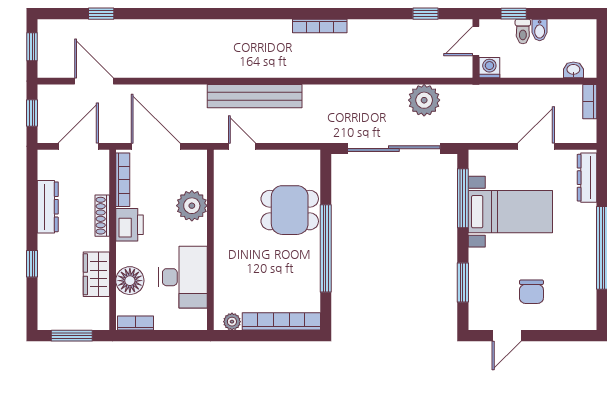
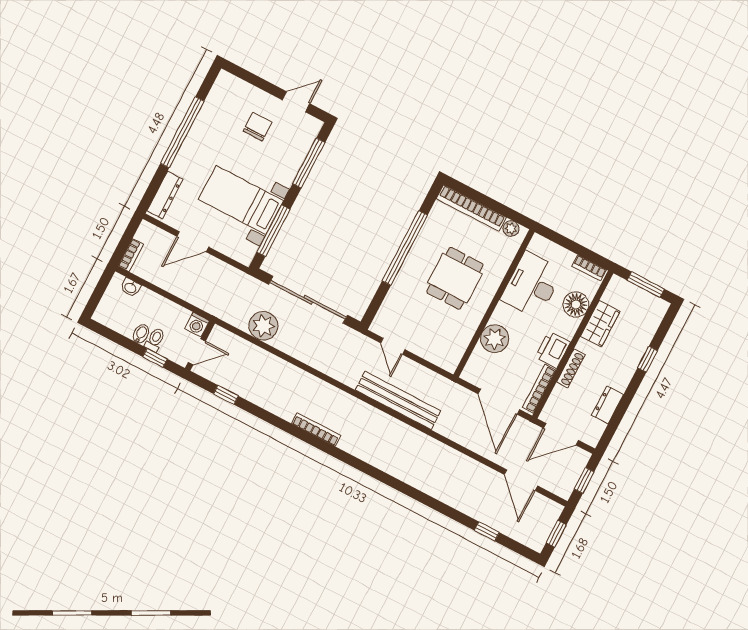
door: (242, 146) -> (393, 346), moved
dresser: (48, 207) -> (607, 405), width x0.70
dining table: (290, 210) -> (455, 278), moved, turned 90
window: (463, 282) -> (309, 163), width x1.44

